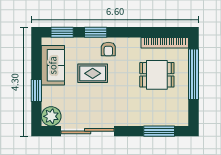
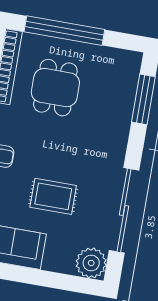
rug: (93, 73) -> (53, 196), moved, turned 90
window: (36, 91) -> (47, 279), removed

